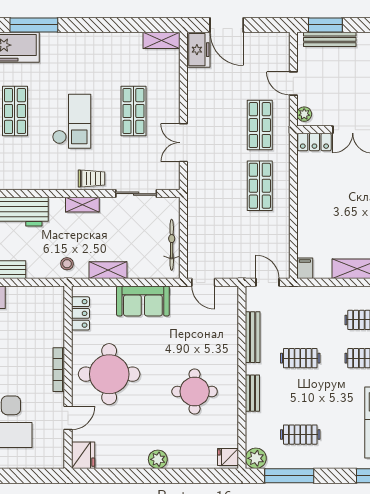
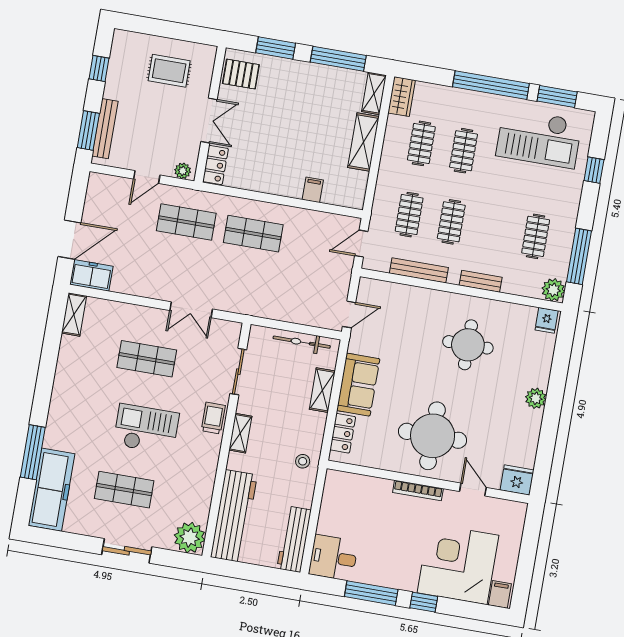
filing cabinet: (305, 268) -> (313, 190), moved, turned 90
shelving: (108, 270) -> (322, 390), moved
locker: (80, 313) -> (343, 433), moved, turned 90
clothes rail: (300, 320) -> (409, 215), added

